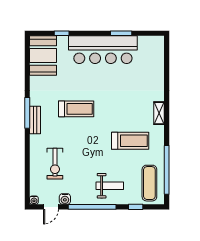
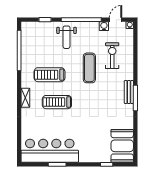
bar counter: (103, 50) -> (50, 151), moved
treadmill: (76, 109) -> (57, 102), moved
exercise mat: (149, 183) -> (89, 68), moved
weight bench: (110, 186) -> (66, 37), turned -90

